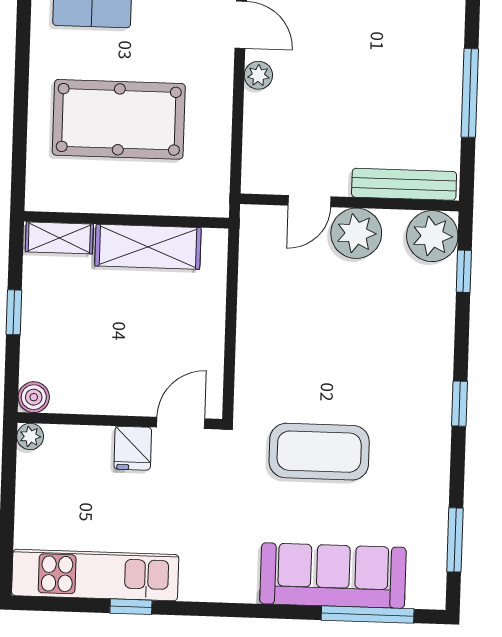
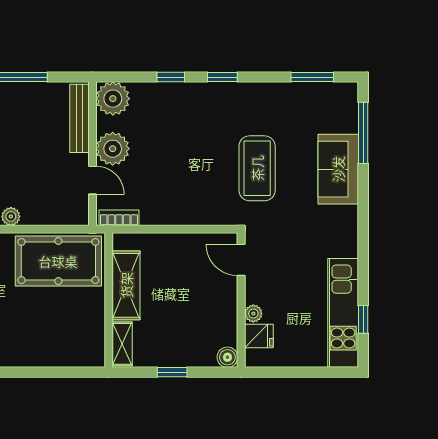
pool table: (119, 119) -> (58, 261), moved, turned 90
bookcase: (251, 239) -> (119, 218), added
window: (464, 271) -> (171, 77), moved
plant: (30, 436) -> (253, 314), moved
fridge: (133, 448) -> (259, 336), moved
sofa: (333, 576) -> (338, 169), width x0.73
window: (131, 607) -> (363, 319), moved

